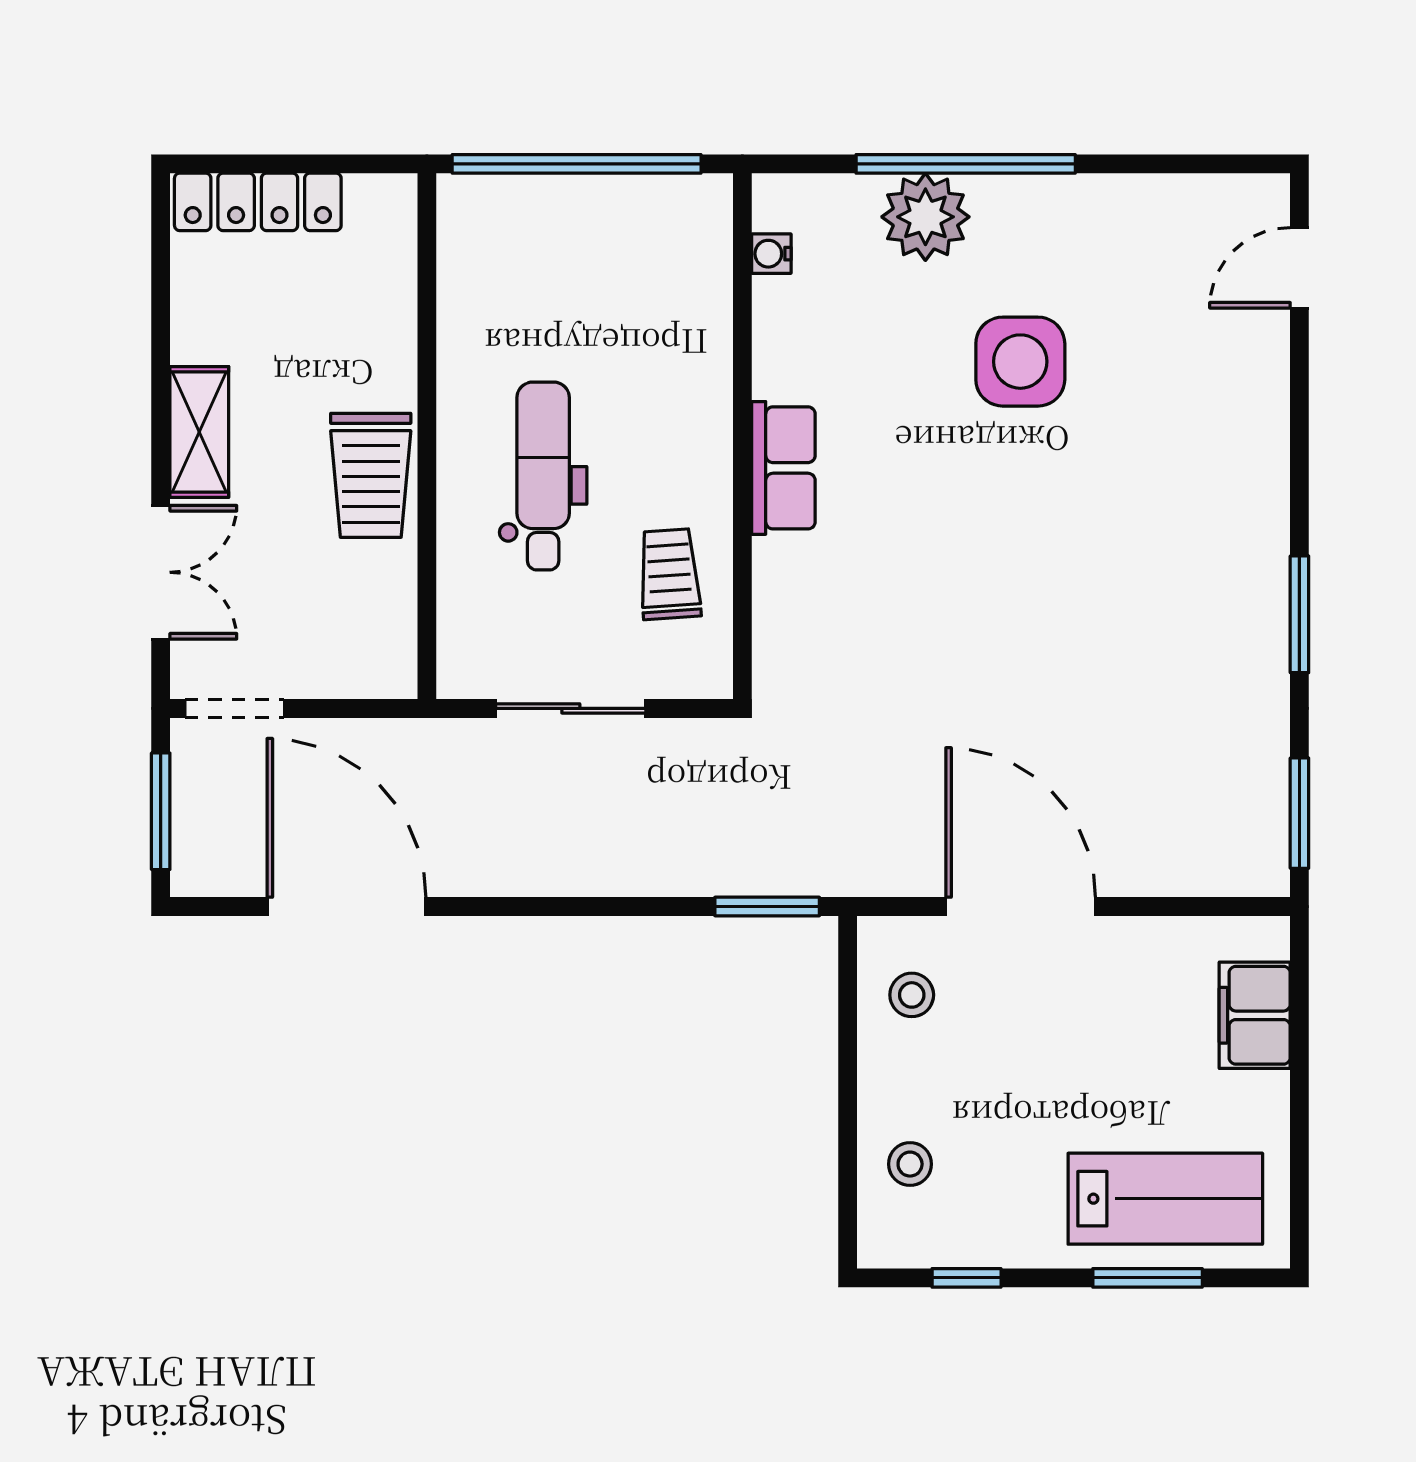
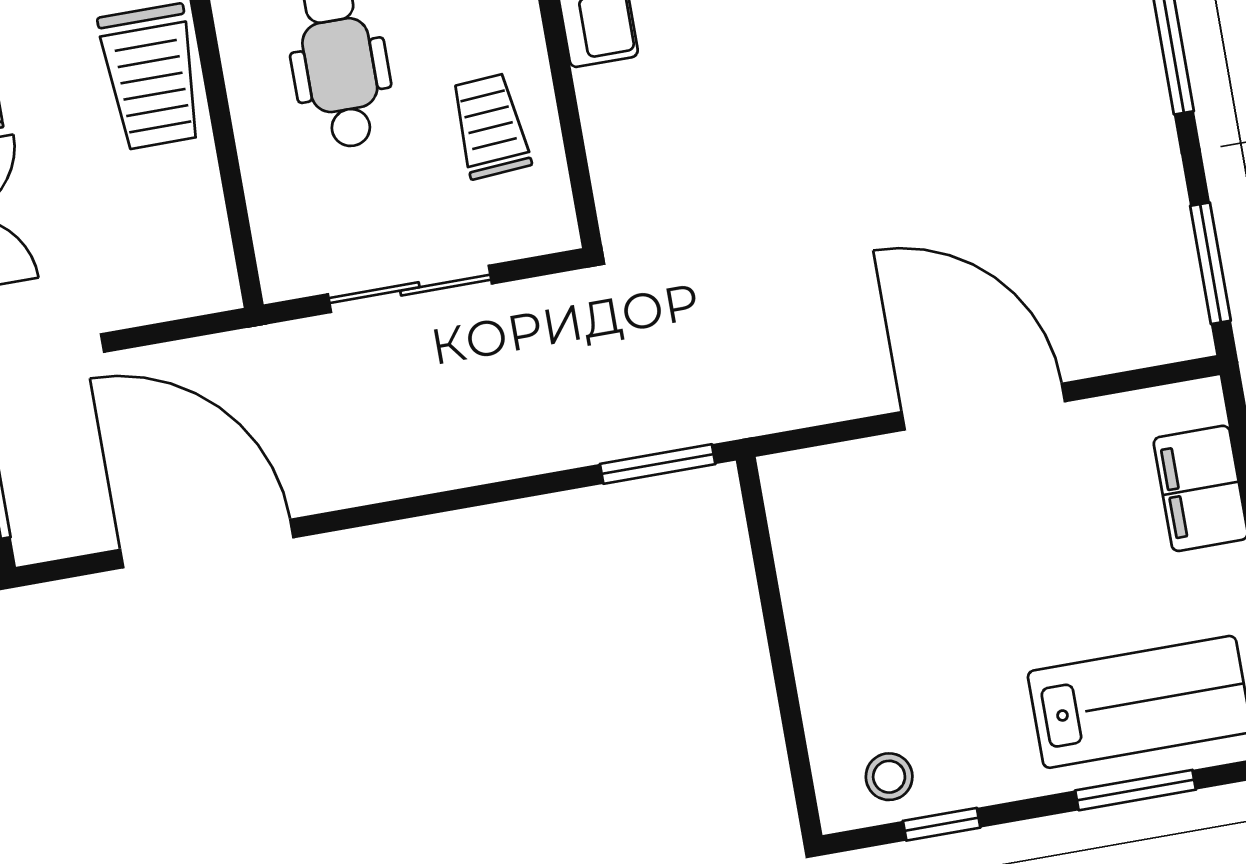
door: (1021, 907) -> (983, 407), moved
stool: (912, 995) -> (829, 531), removed
stool: (910, 1164) -> (889, 777), moved

